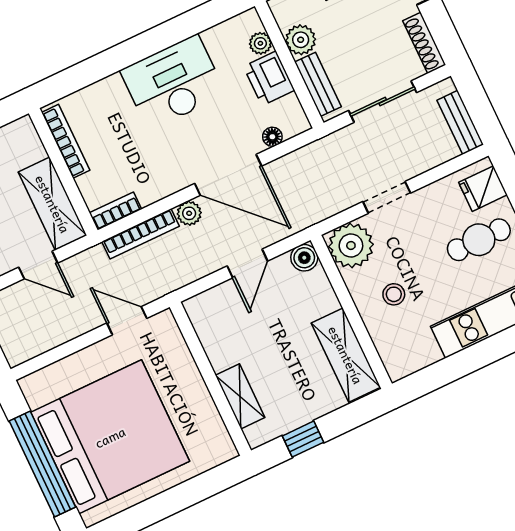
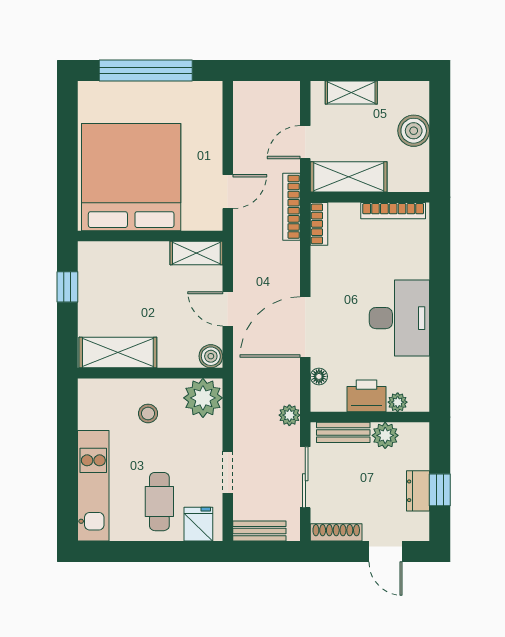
doorway: (387, 197) -> (228, 472), moved
plant: (189, 213) -> (289, 415), moved
bookcase: (140, 234) -> (291, 207), moved
shelving: (240, 396) -> (196, 253), moved
bed: (110, 437) -> (131, 177), moved, turned 180

